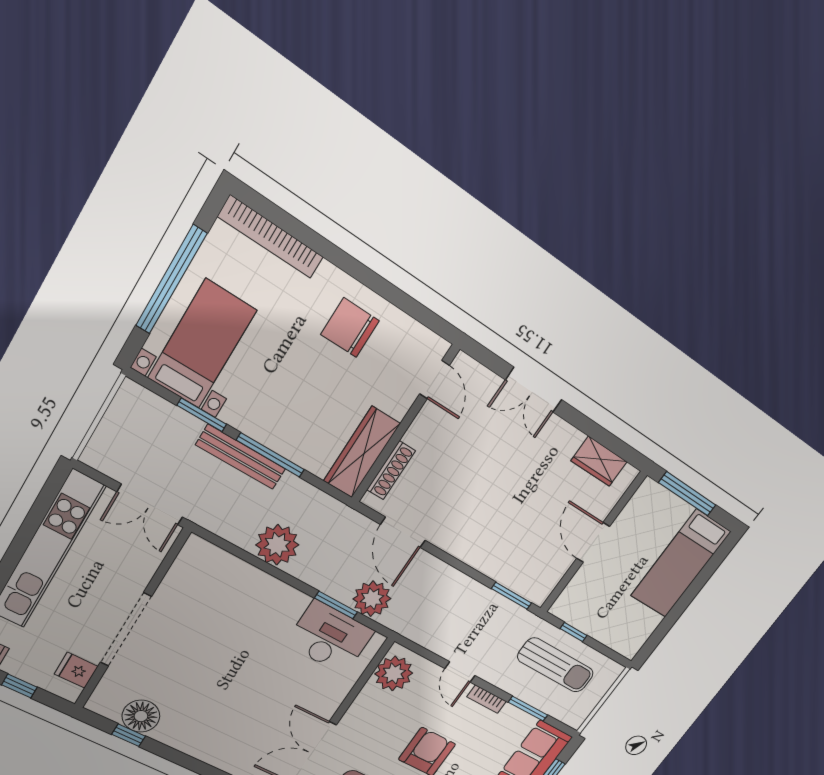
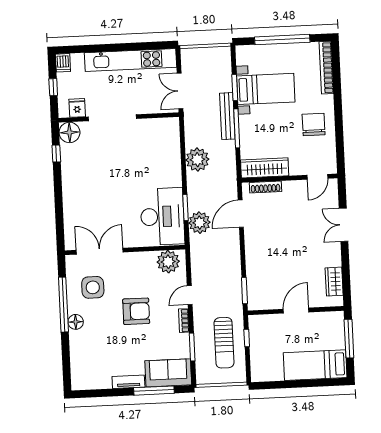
bed with nightstands: (202, 344) -> (266, 89), moved
desk: (330, 637) -> (162, 216), width x1.36, depth x1.30
floor lamp: (141, 716) -> (69, 132), moved

